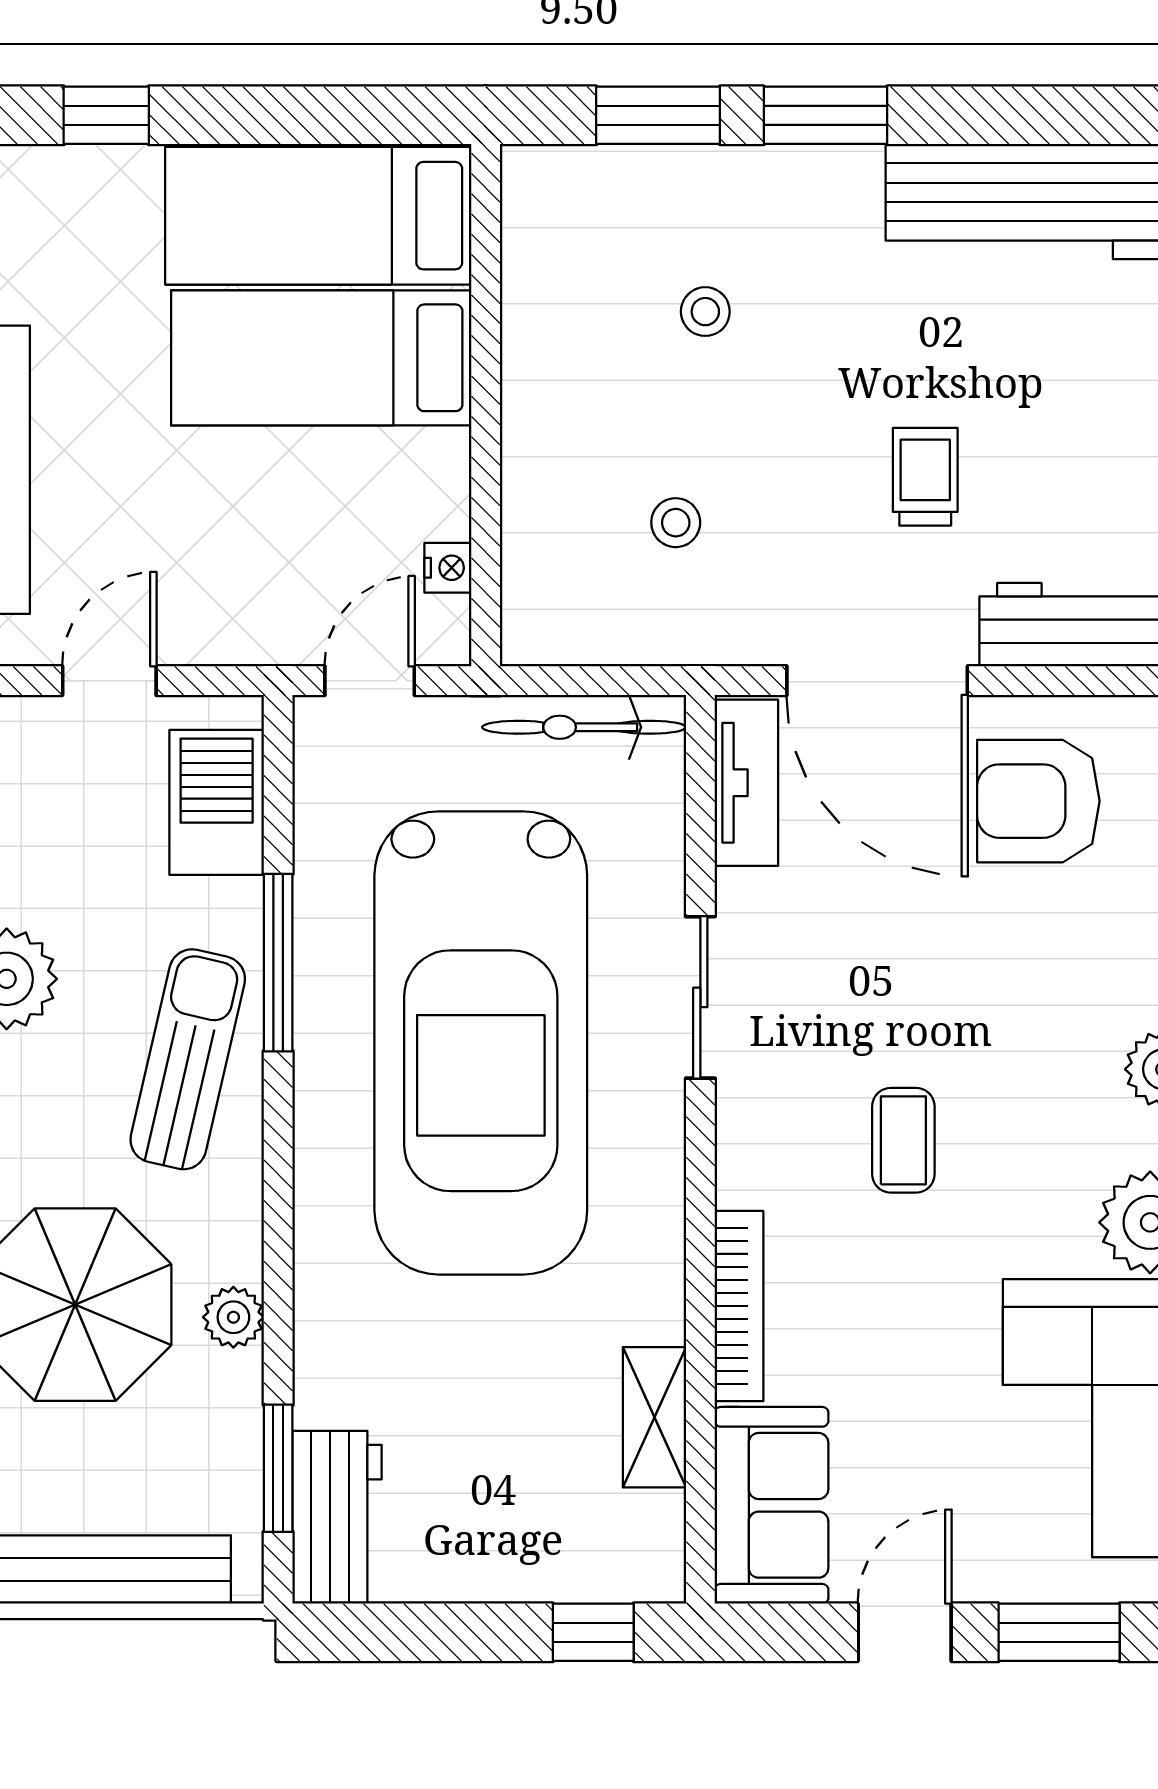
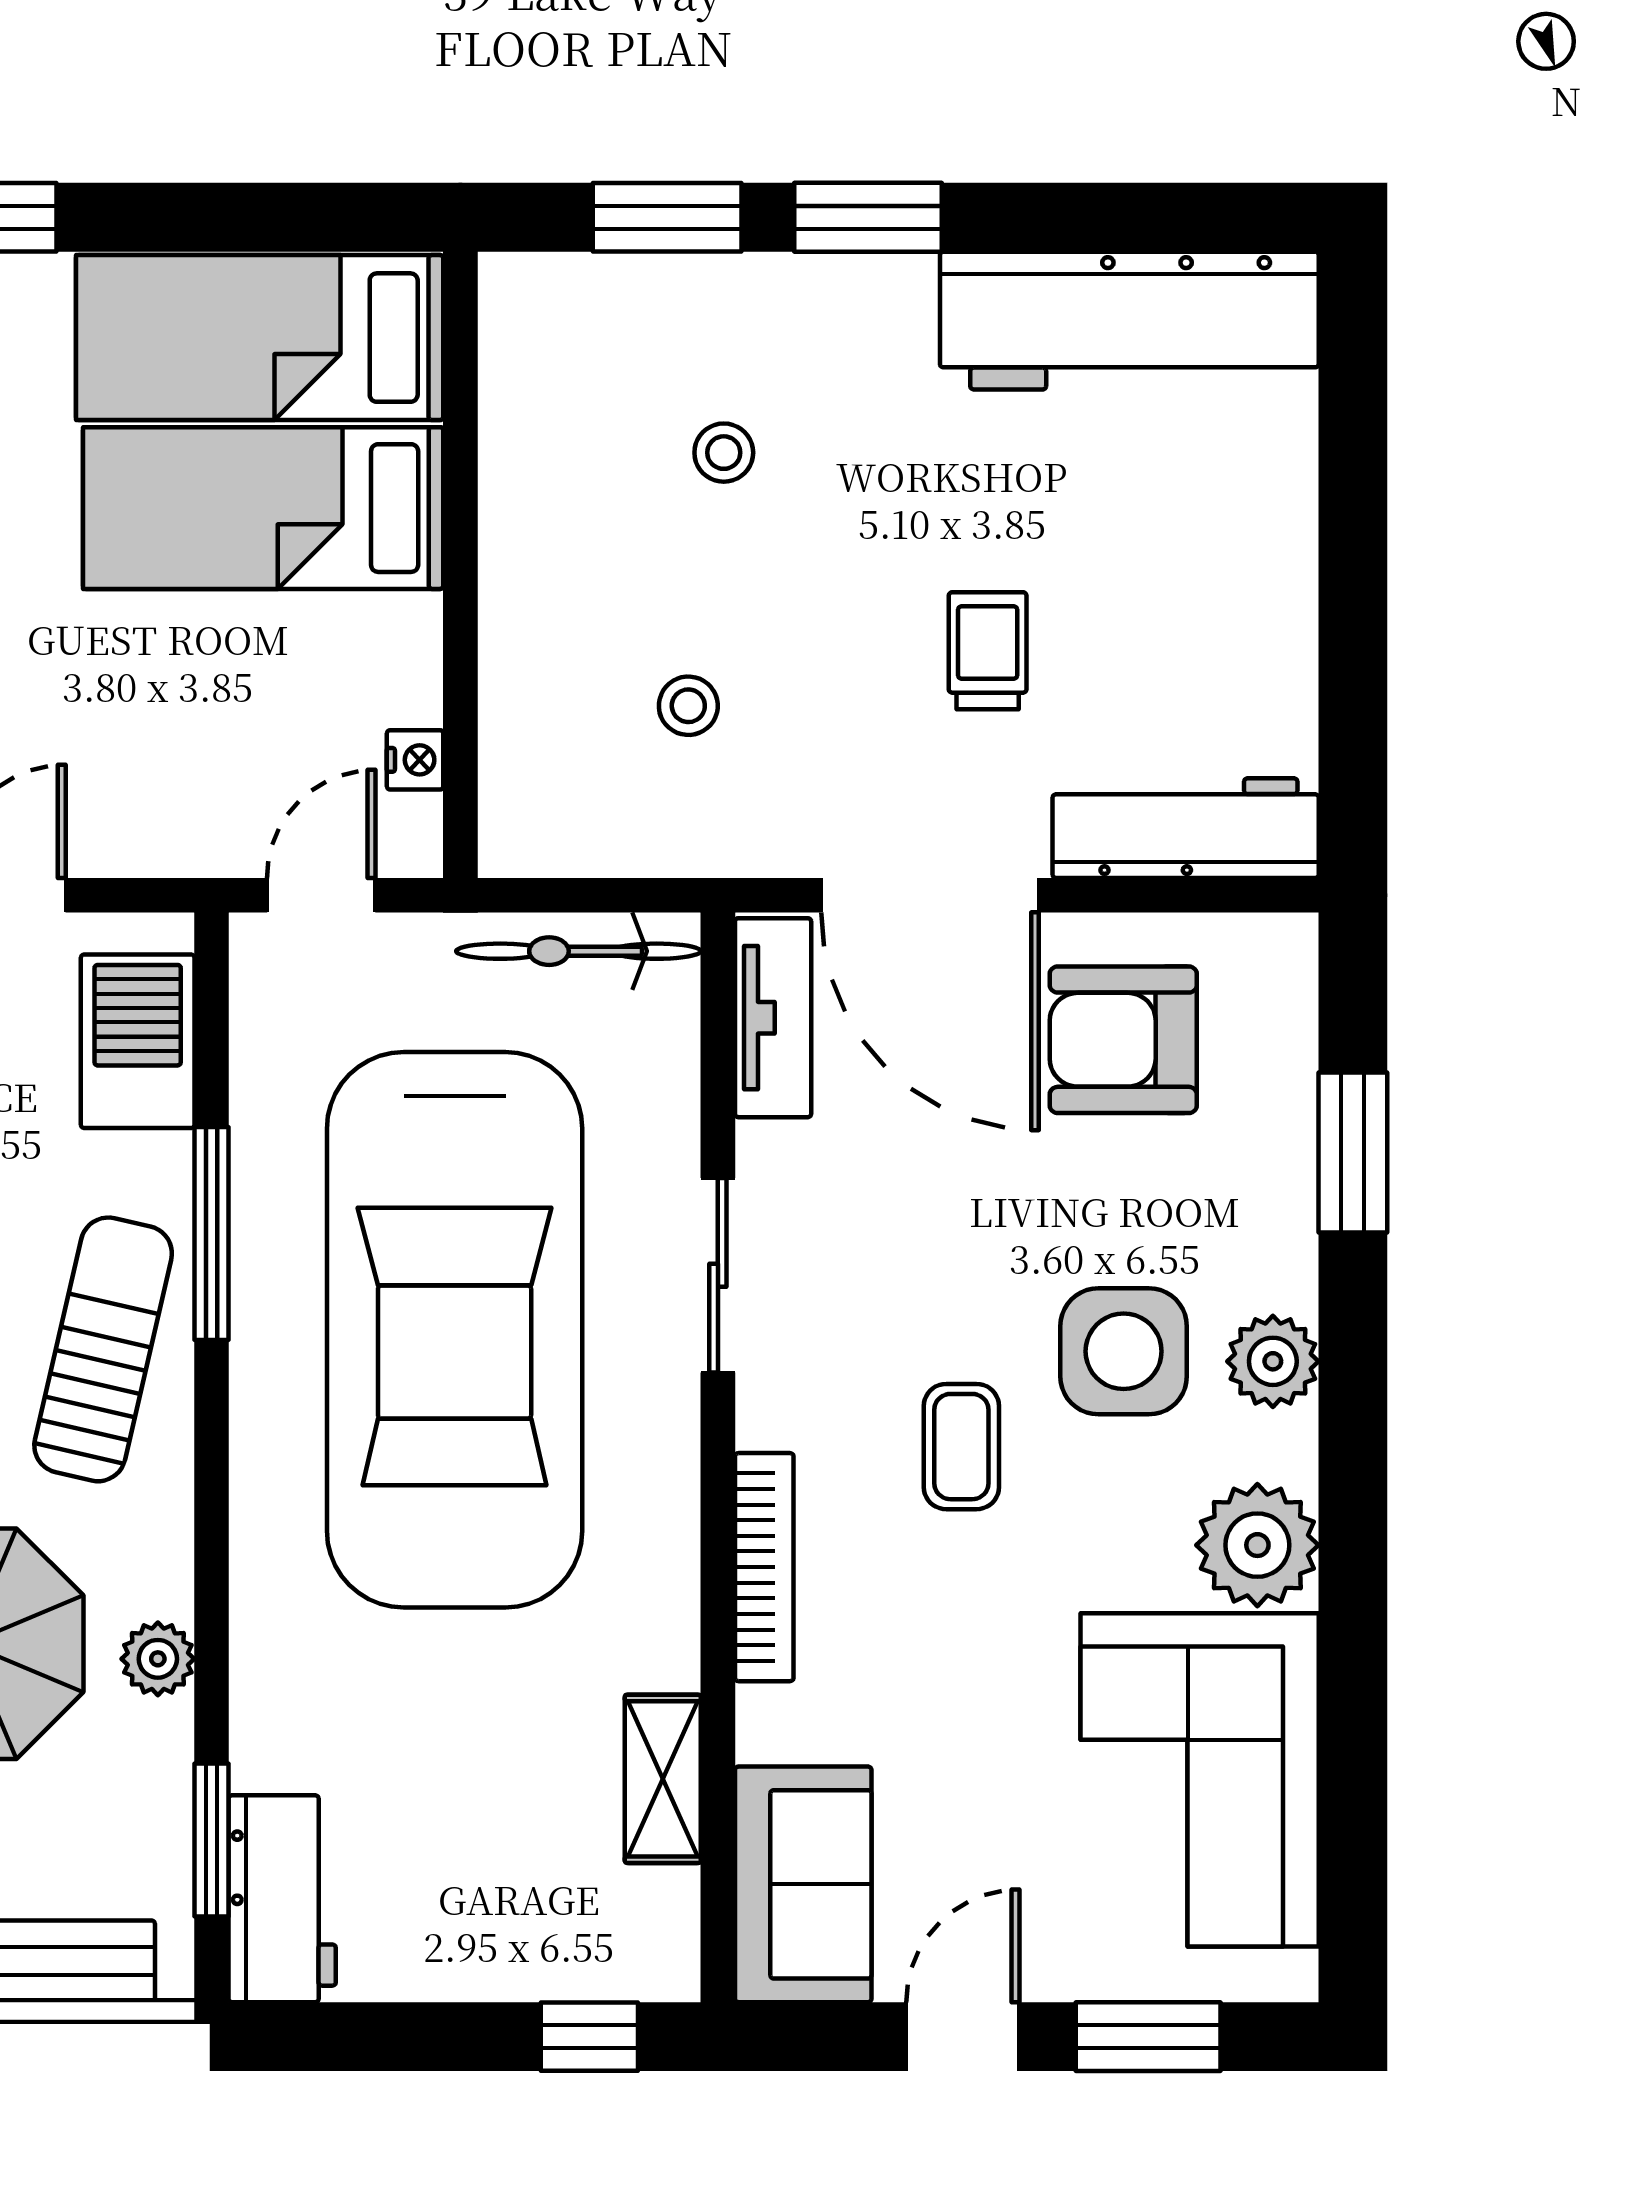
side table: (1039, 1061) -> (1124, 1351), added
bookcase: (739, 1306) -> (764, 1567), moved

